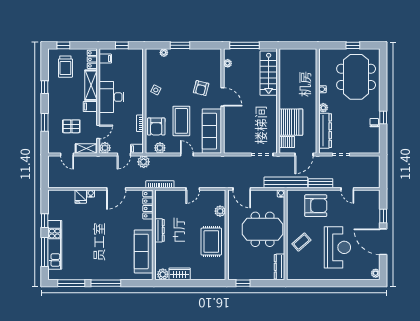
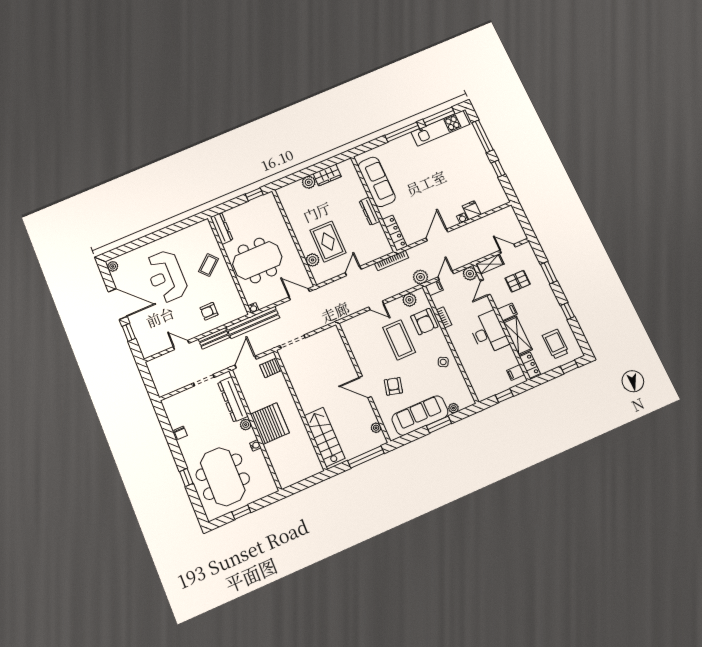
window: (383, 118) -> (186, 477), moved
server rack: (291, 122) -> (270, 424), moved, turned 180
armchair: (156, 126) -> (424, 322), turned 180
sofa: (212, 131) -> (420, 415), moved, turned -90
armchair: (316, 206) -> (209, 311), width x0.53, depth x0.53
rug: (211, 242) -> (328, 241), moved
kitchen unit: (55, 245) -> (440, 128), moved, turned -90
plant: (163, 274) -> (309, 182), moved

